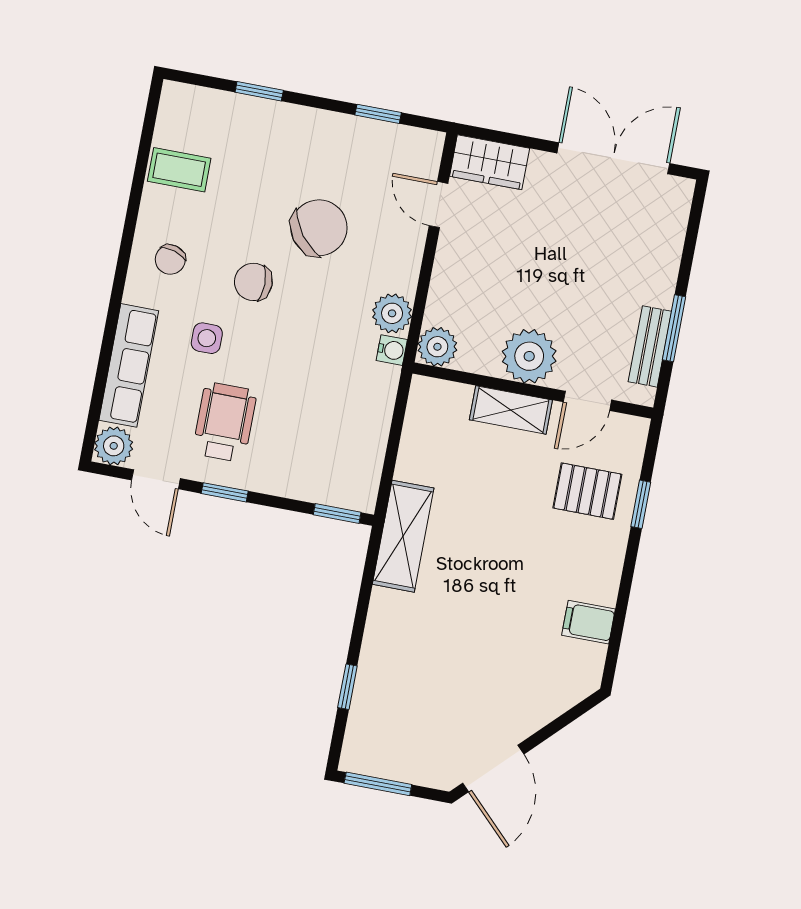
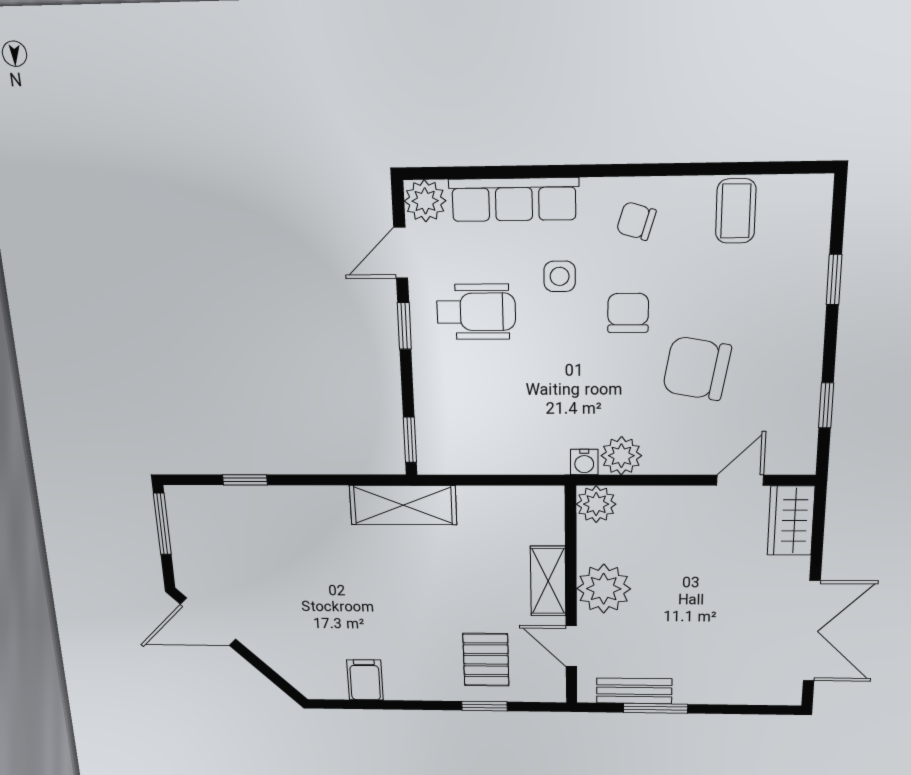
chair: (319, 228) -> (697, 368), turned 137

